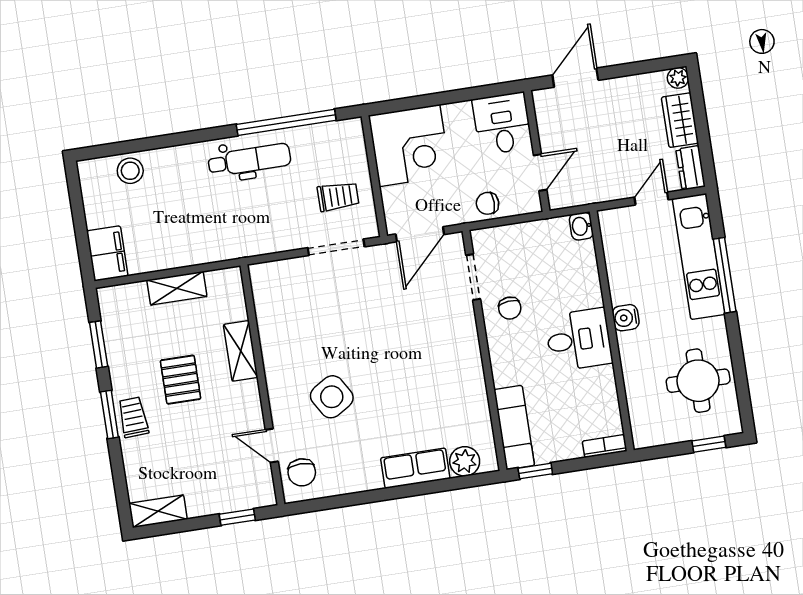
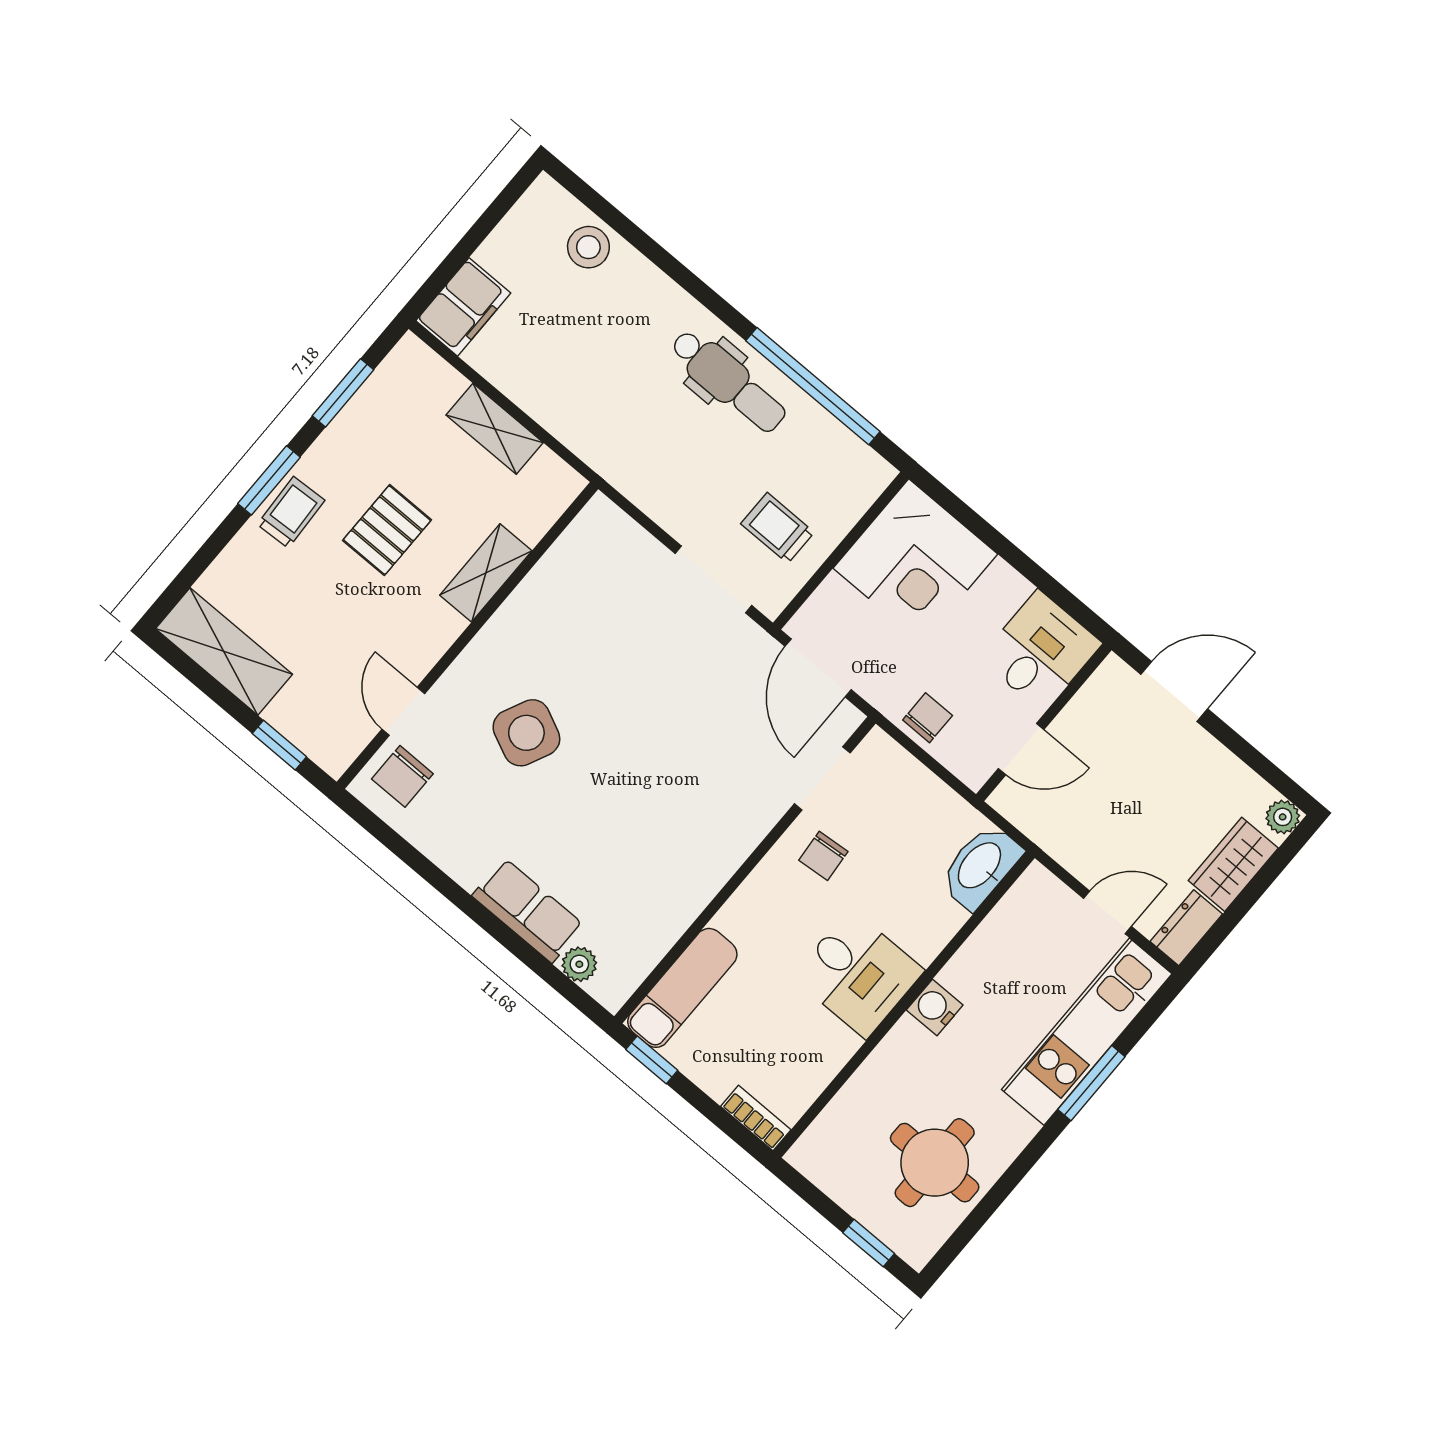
trolley: (338, 196) -> (778, 528), turned 180
chair: (488, 203) -> (928, 718), turned 90
washbasin: (581, 226) -> (981, 866), width x1.91, depth x1.45
door: (420, 234) -> (818, 668), hinge flipped
window: (725, 275) -> (1091, 1083), width x0.69
side table: (332, 397) -> (526, 733), turned -34
plant: (465, 461) -> (579, 964), width x0.73, depth x0.73
shelving: (158, 511) -> (224, 651), width x1.50, depth x1.33

